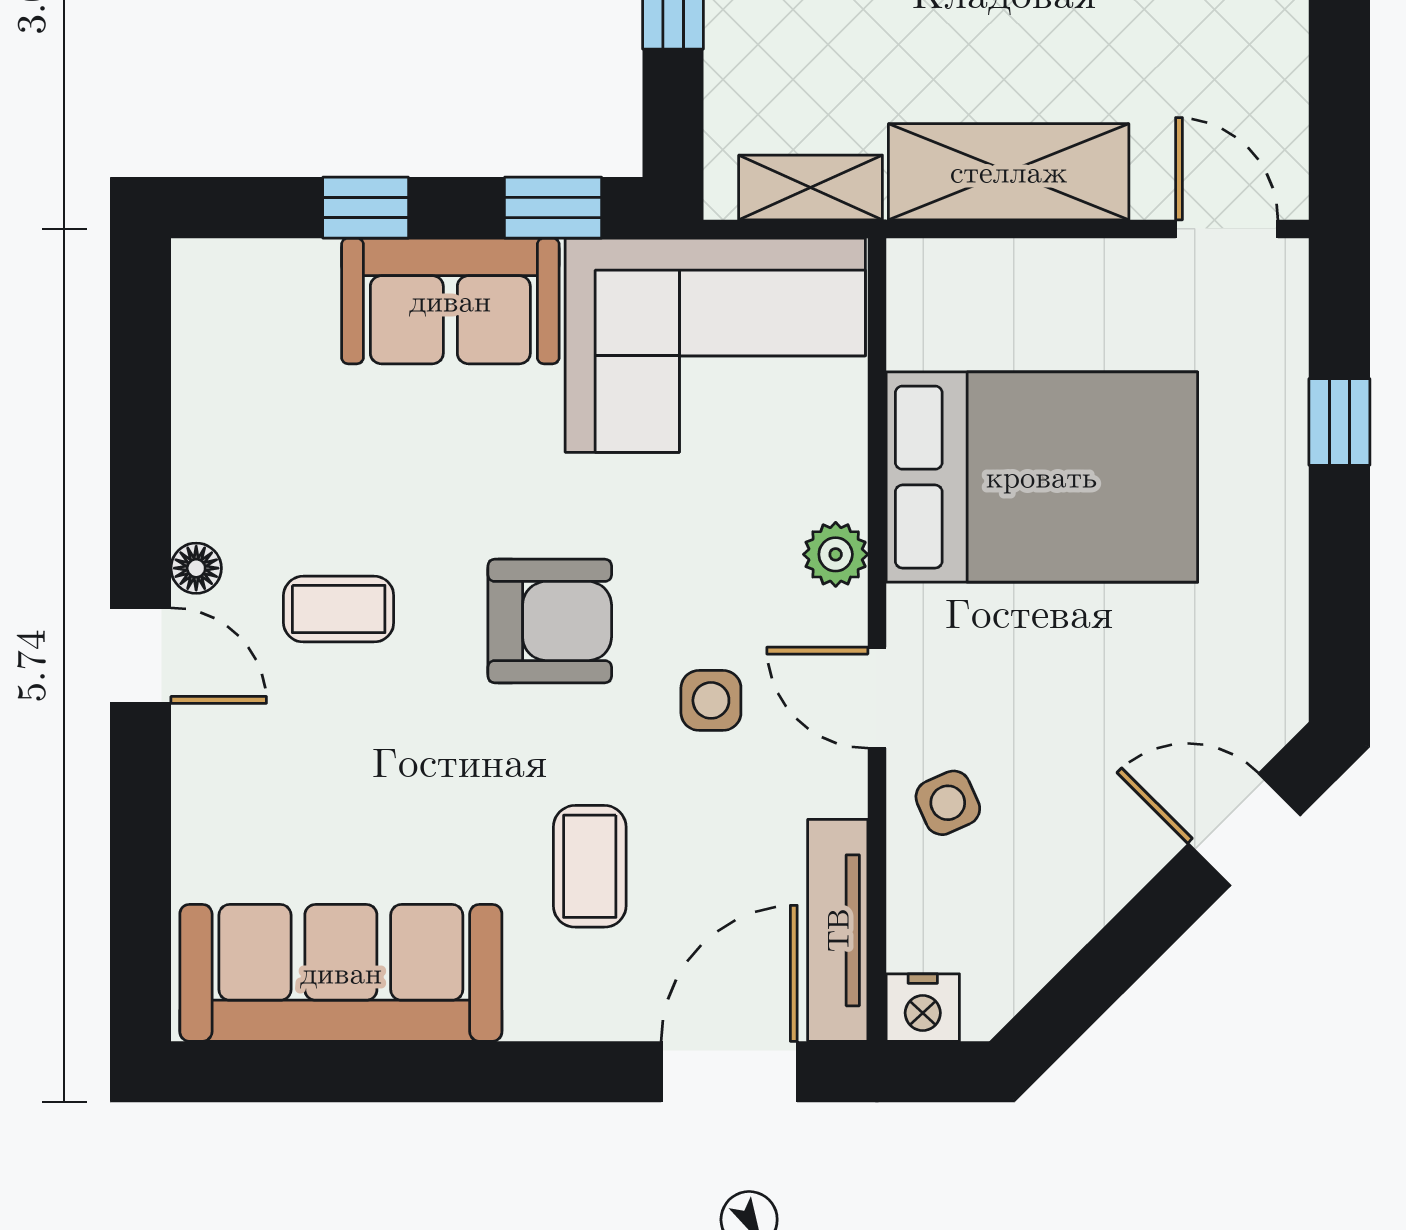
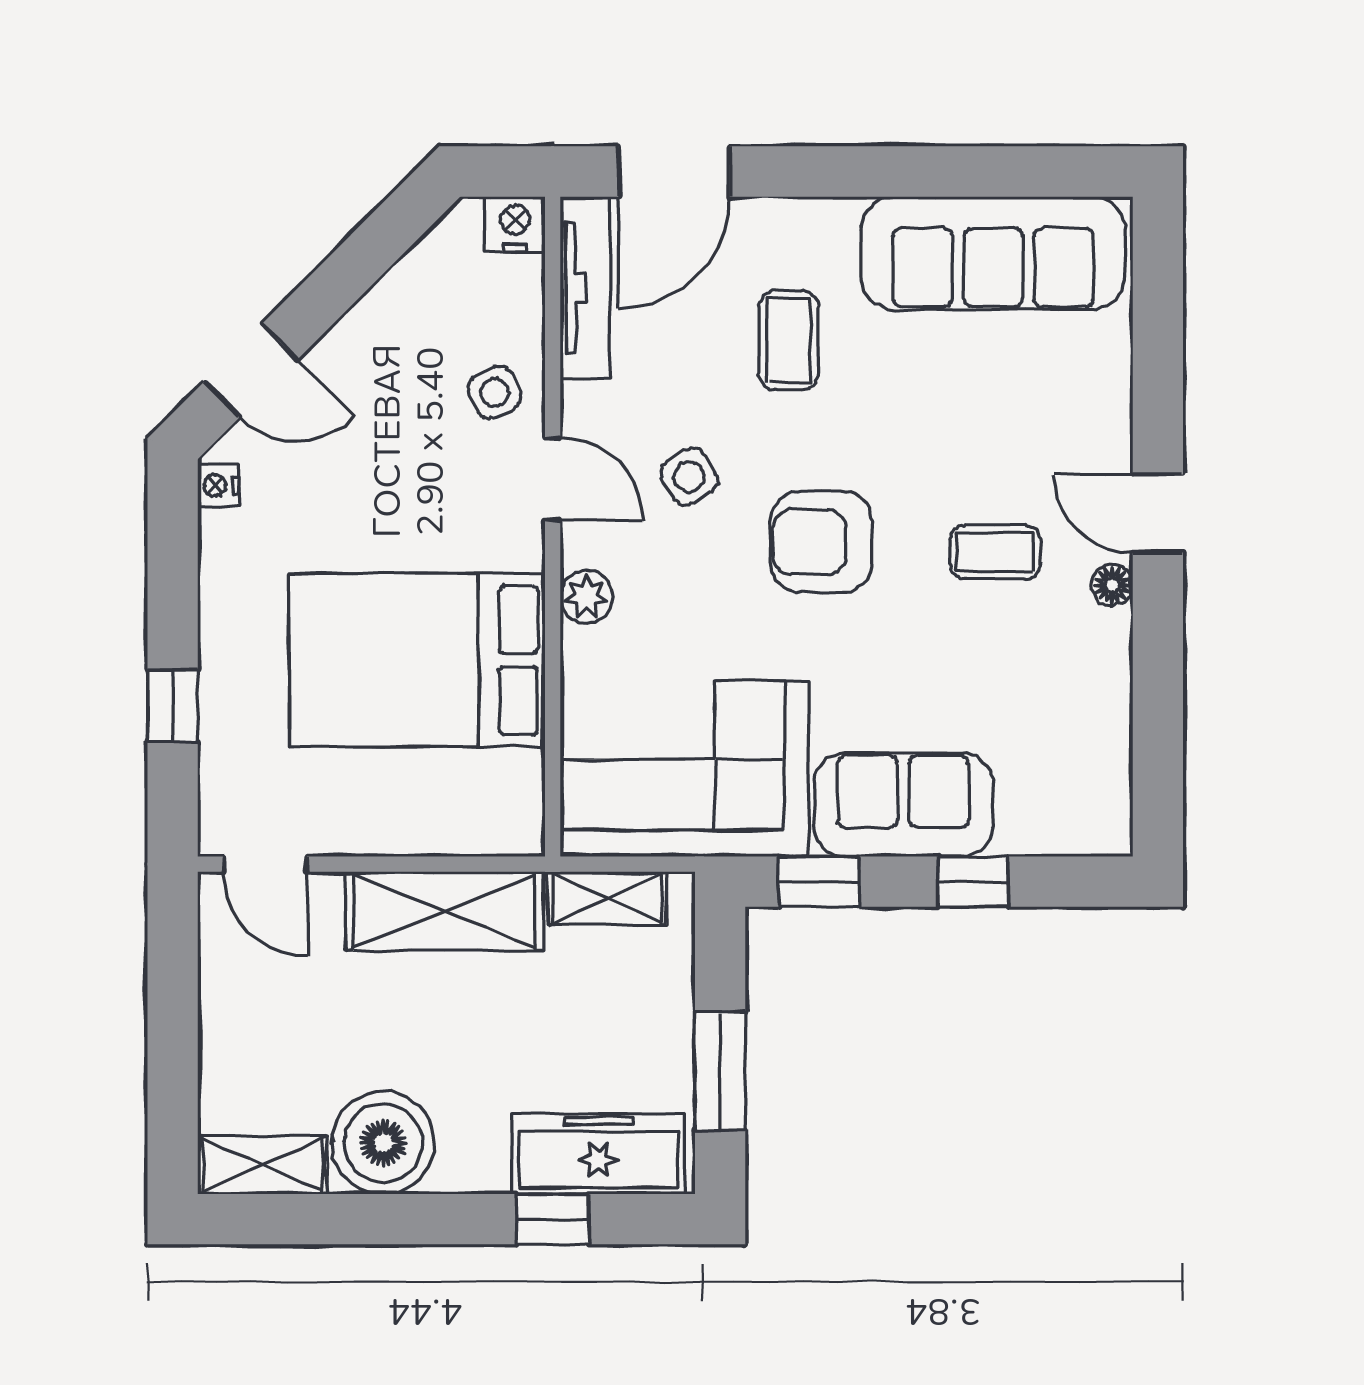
nightstand: (1284, 690) -> (218, 485), added
side table: (711, 700) -> (689, 477), turned -31

